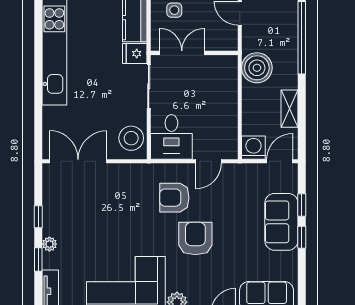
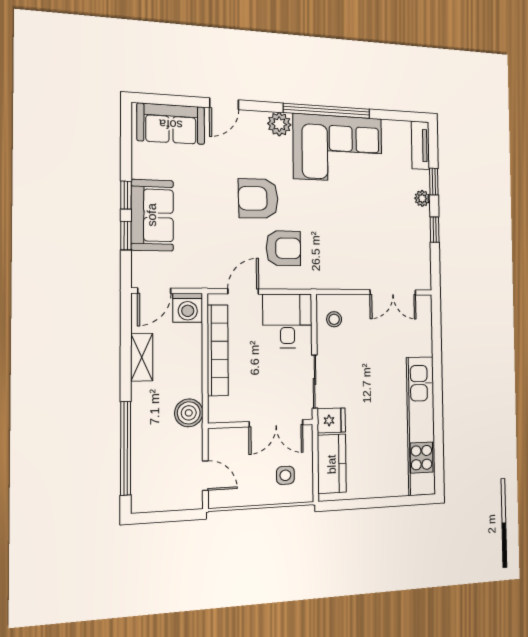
boiler: (257, 68) -> (189, 413), width x0.73, depth x0.73
bookcase: (230, 113) -> (218, 350), added
stool: (131, 138) -> (334, 319), width x0.53, depth x0.53
double door: (78, 161) -> (393, 292), width x0.73
armchair: (195, 239) -> (258, 198), turned 89

